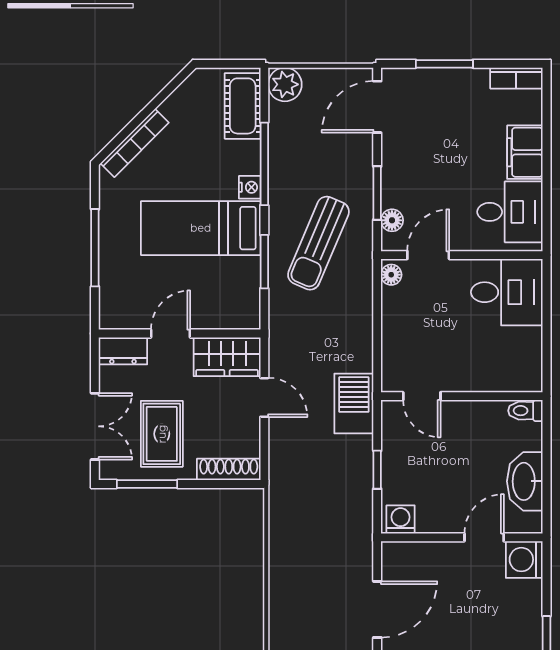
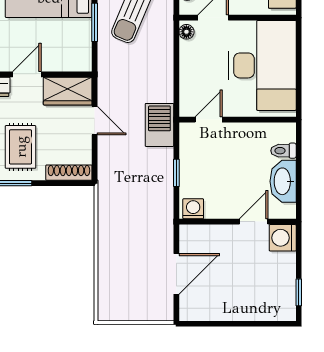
desk: (507, 292) -> (262, 65), width x1.87, depth x1.30
door: (422, 396) -> (209, 120), swing flipped
toilet: (525, 411) -> (284, 151), moved

